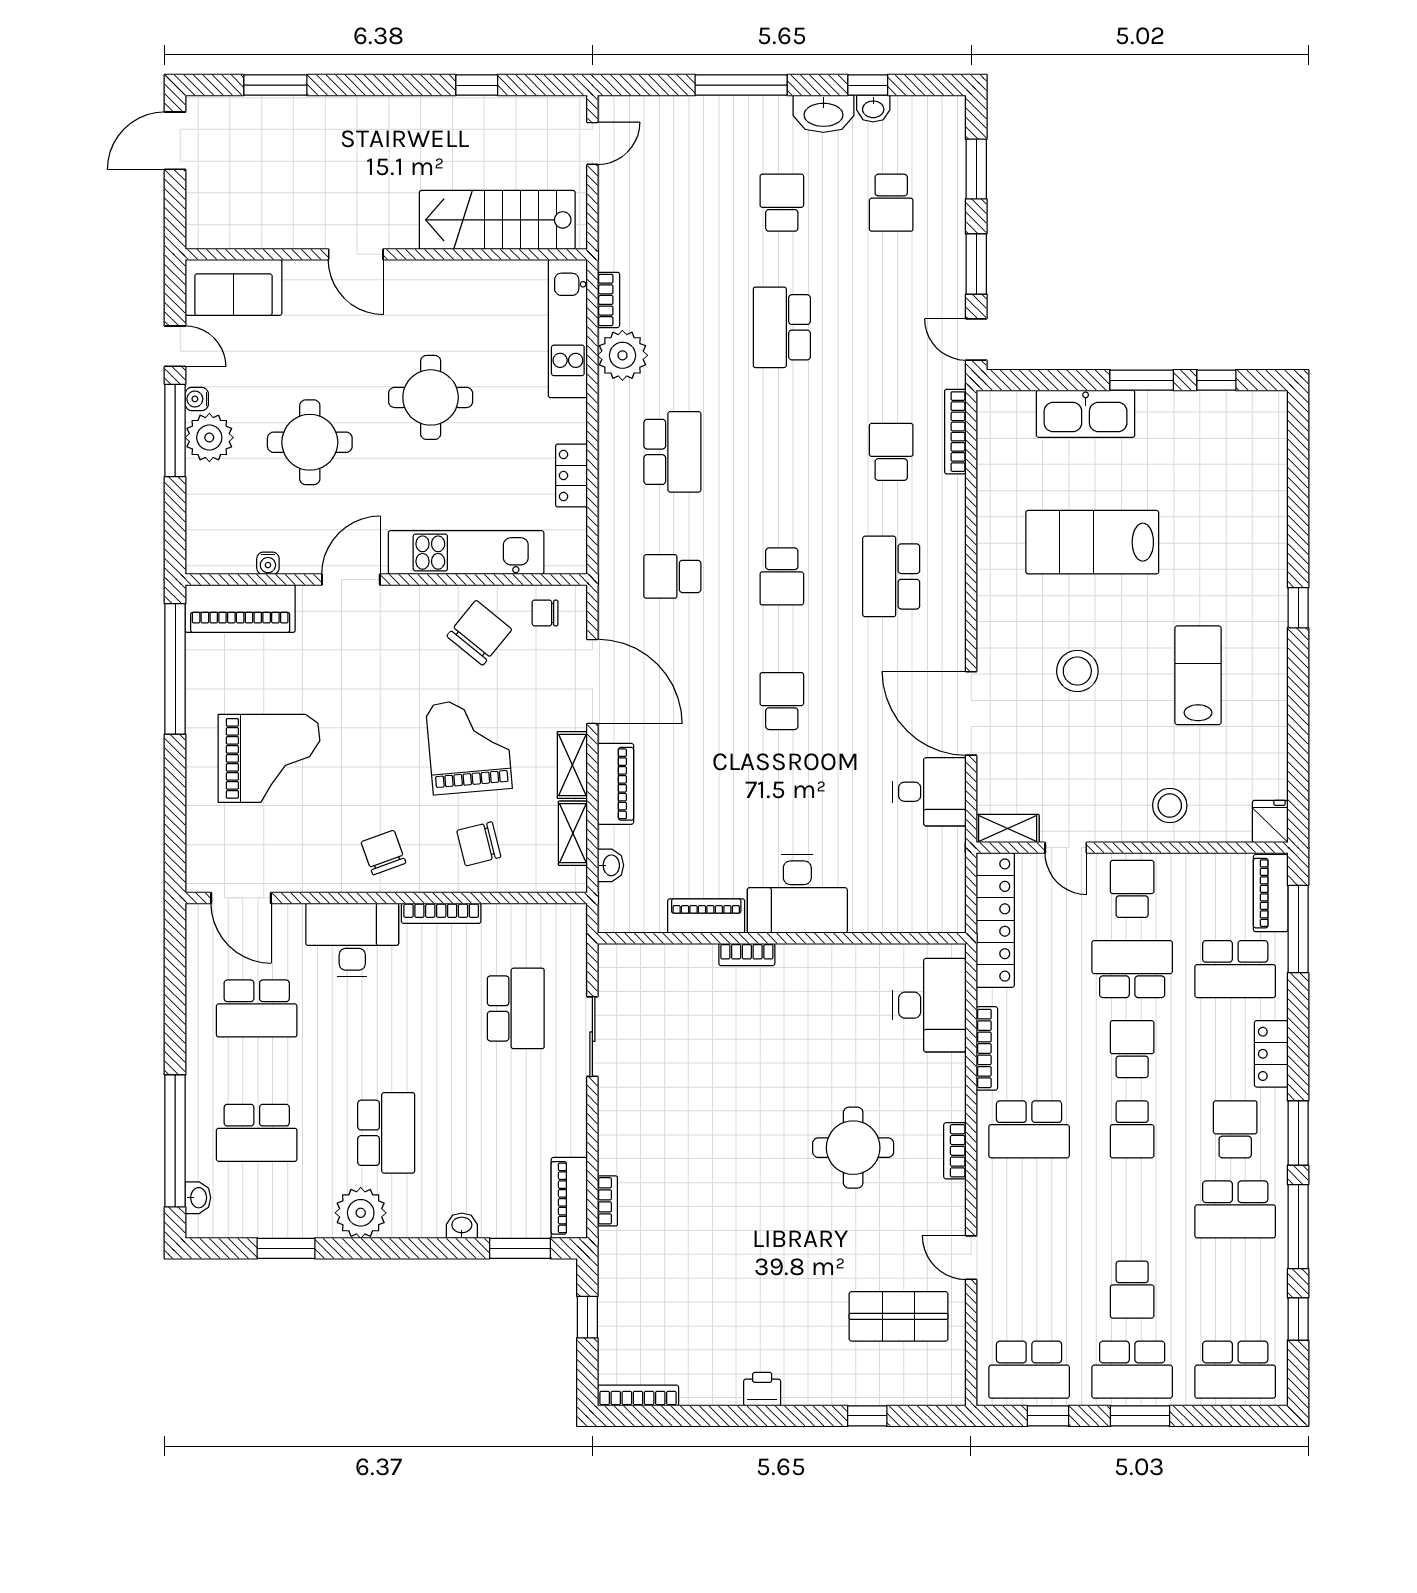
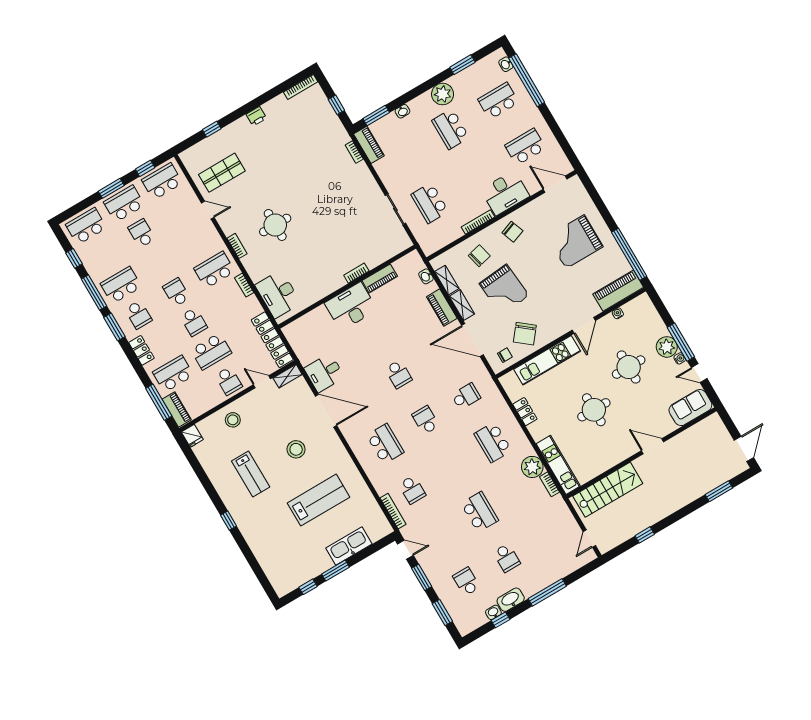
bookcase: (987, 1048) -> (244, 285), width x0.64

